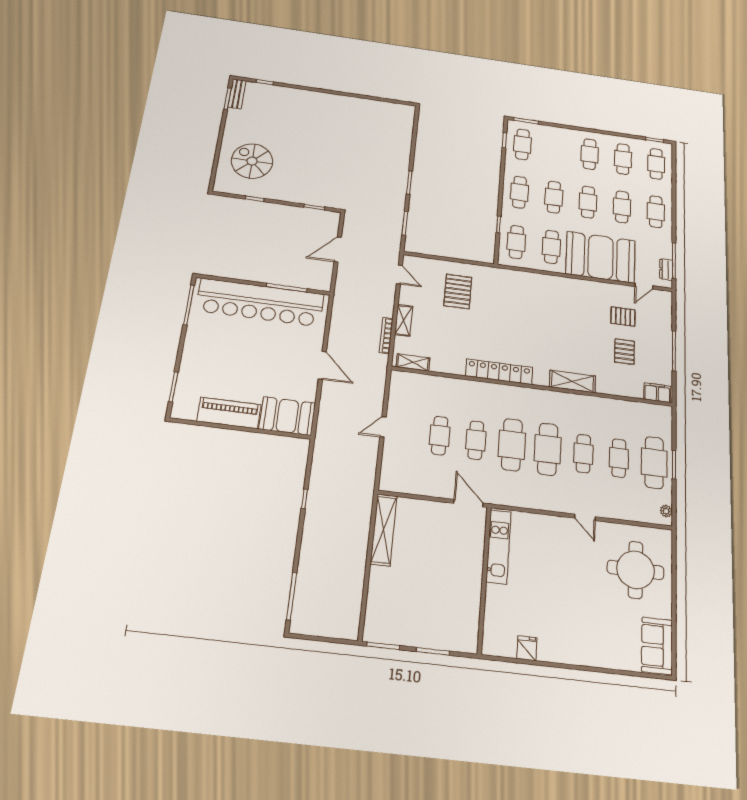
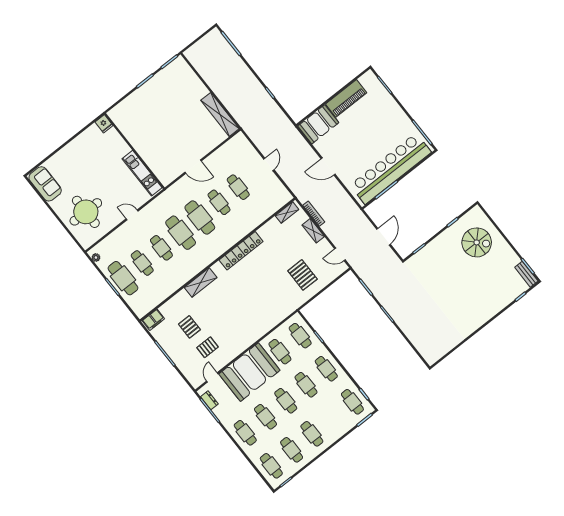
kitchen unit: (499, 547) -> (142, 173), moved
wall: (484, 579) -> (135, 151), moved

